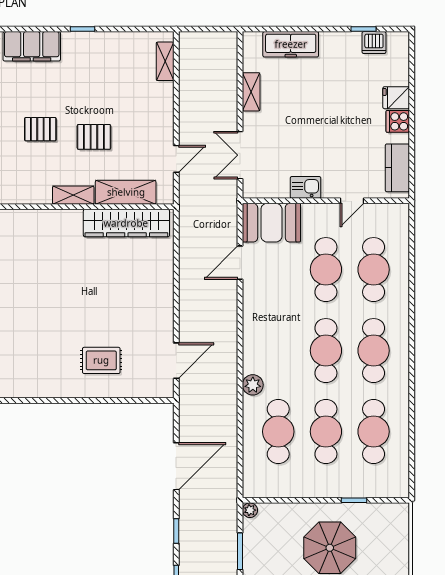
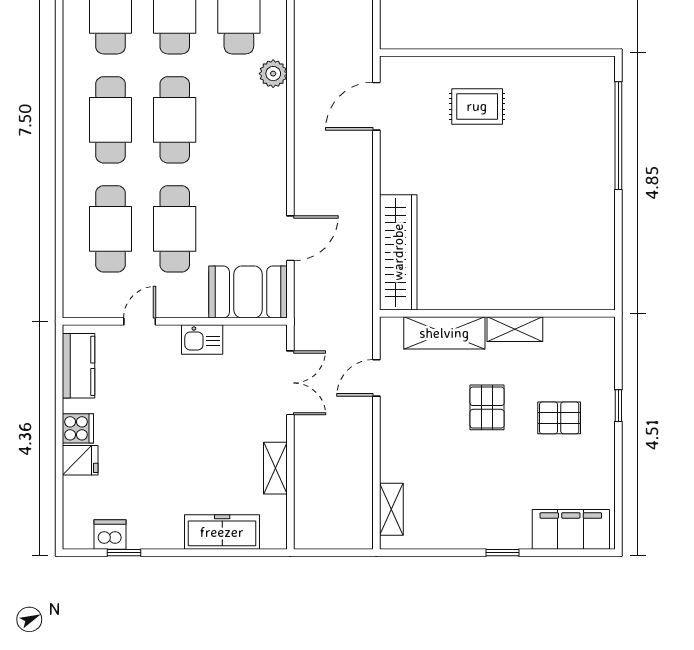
pallet: (94, 137) -> (487, 407), turned 90
wardrobe: (126, 223) -> (398, 252), moved, turned 90

